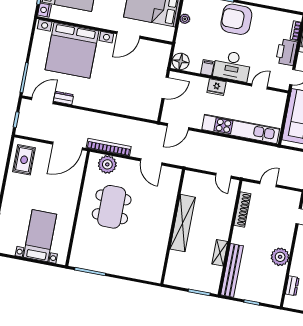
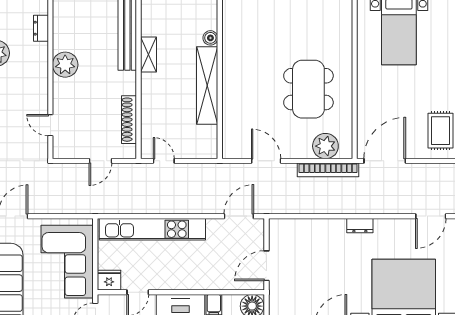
fridge: (217, 87) -> (109, 280), moved
dresser: (64, 98) -> (360, 226), moved
boiler: (174, 256) -> (210, 38), added

